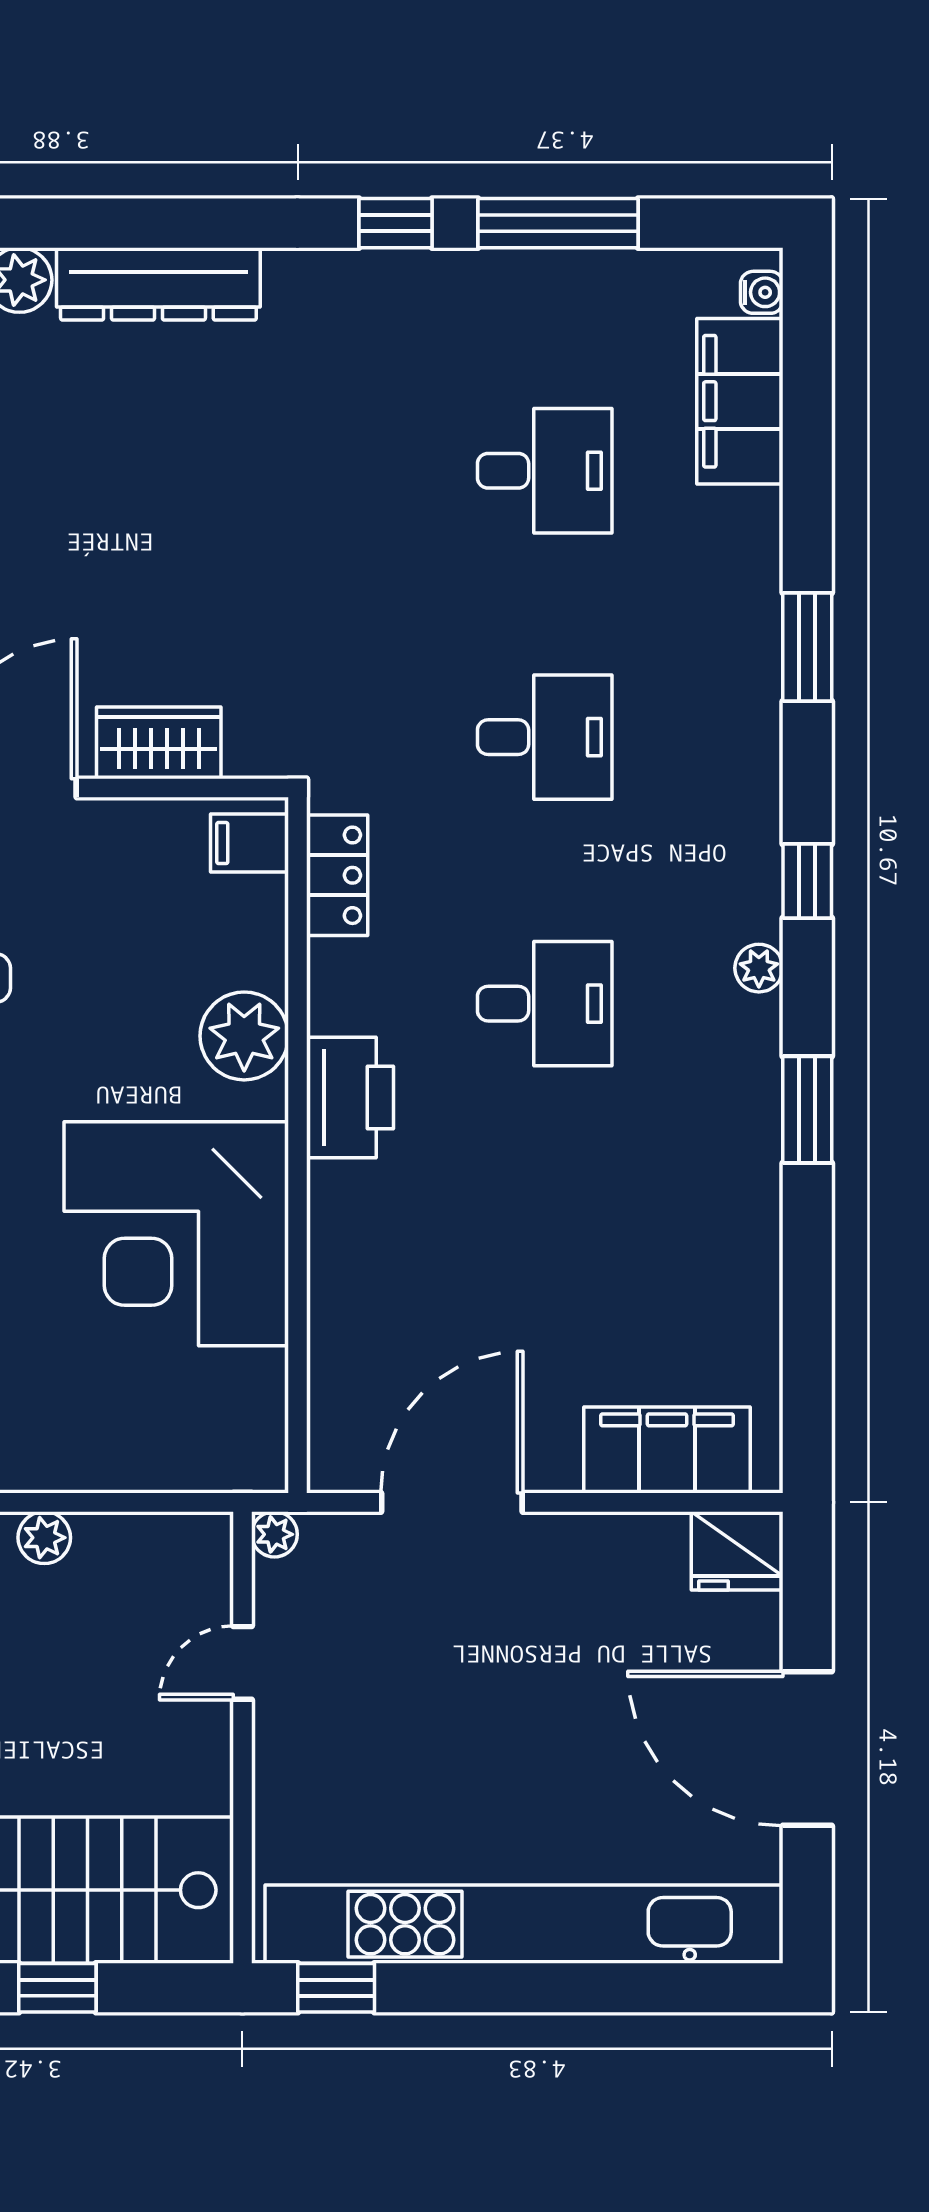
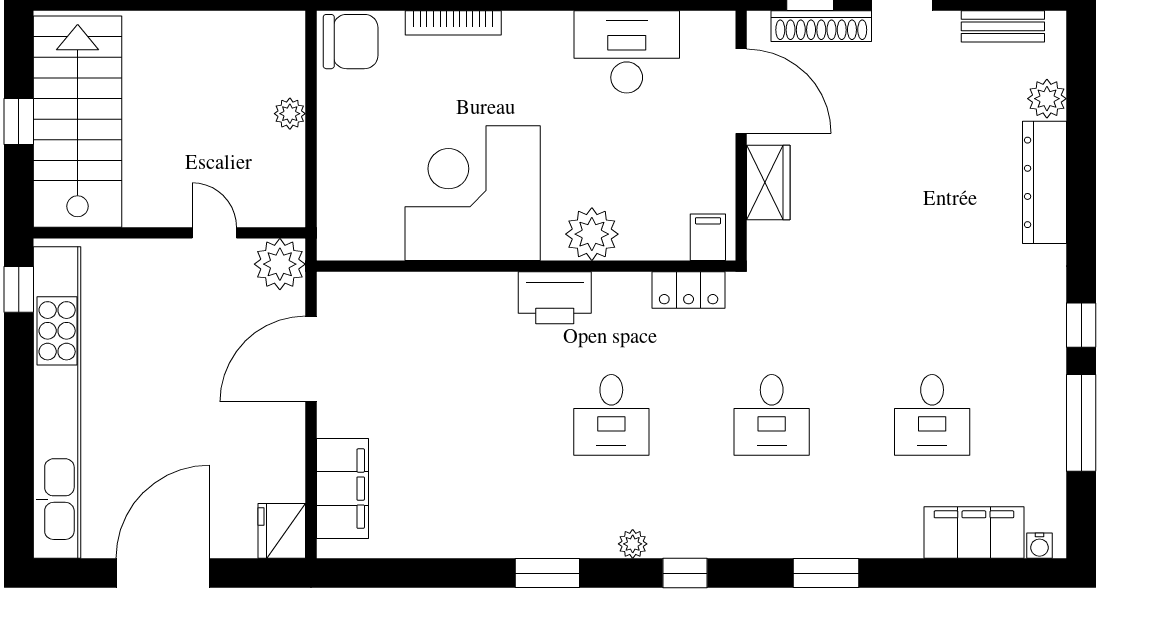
door: (452, 1502) -> (311, 359), swing flipped
plant: (274, 1534) -> (280, 264), width x1.87, depth x1.87

